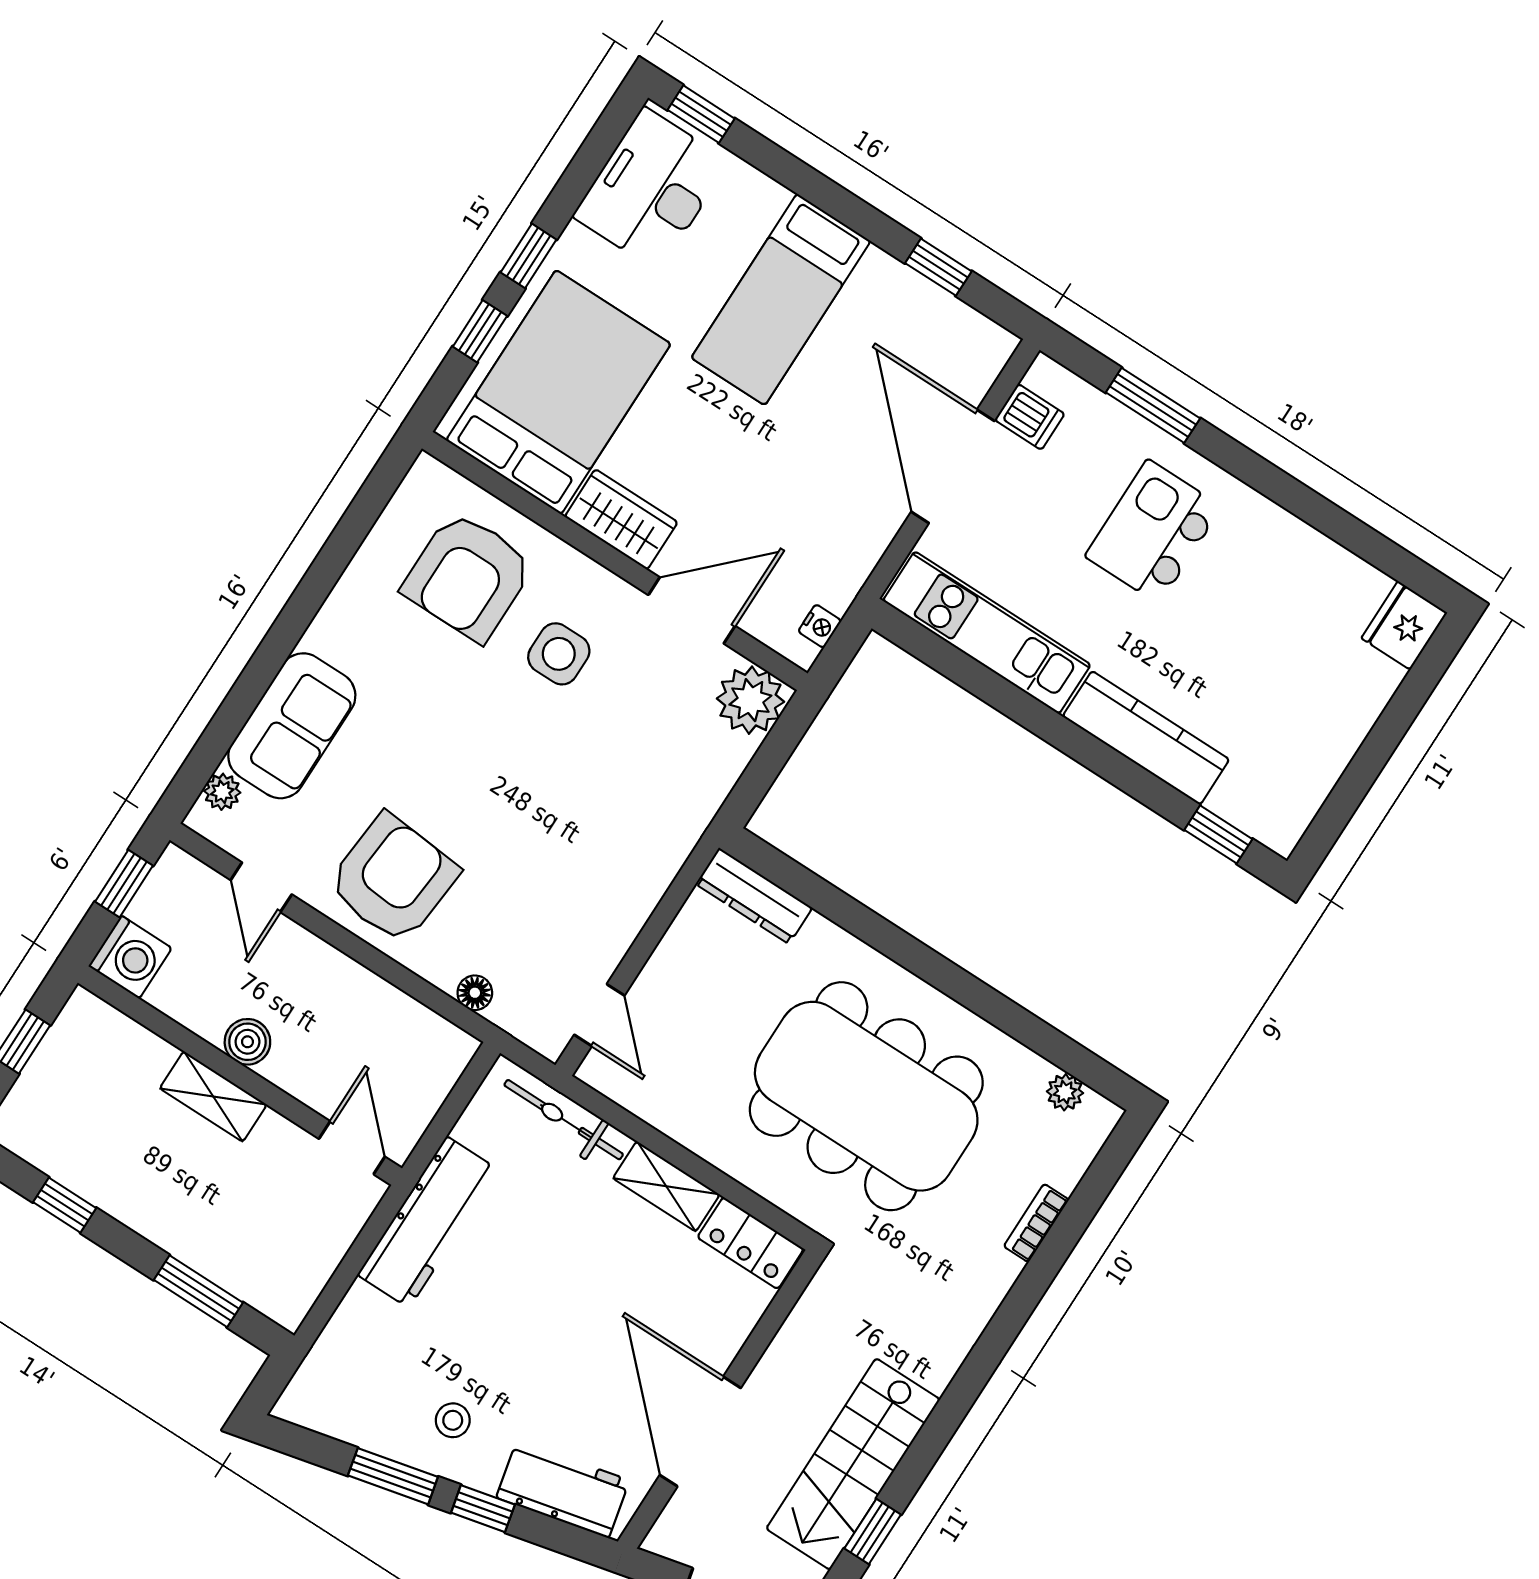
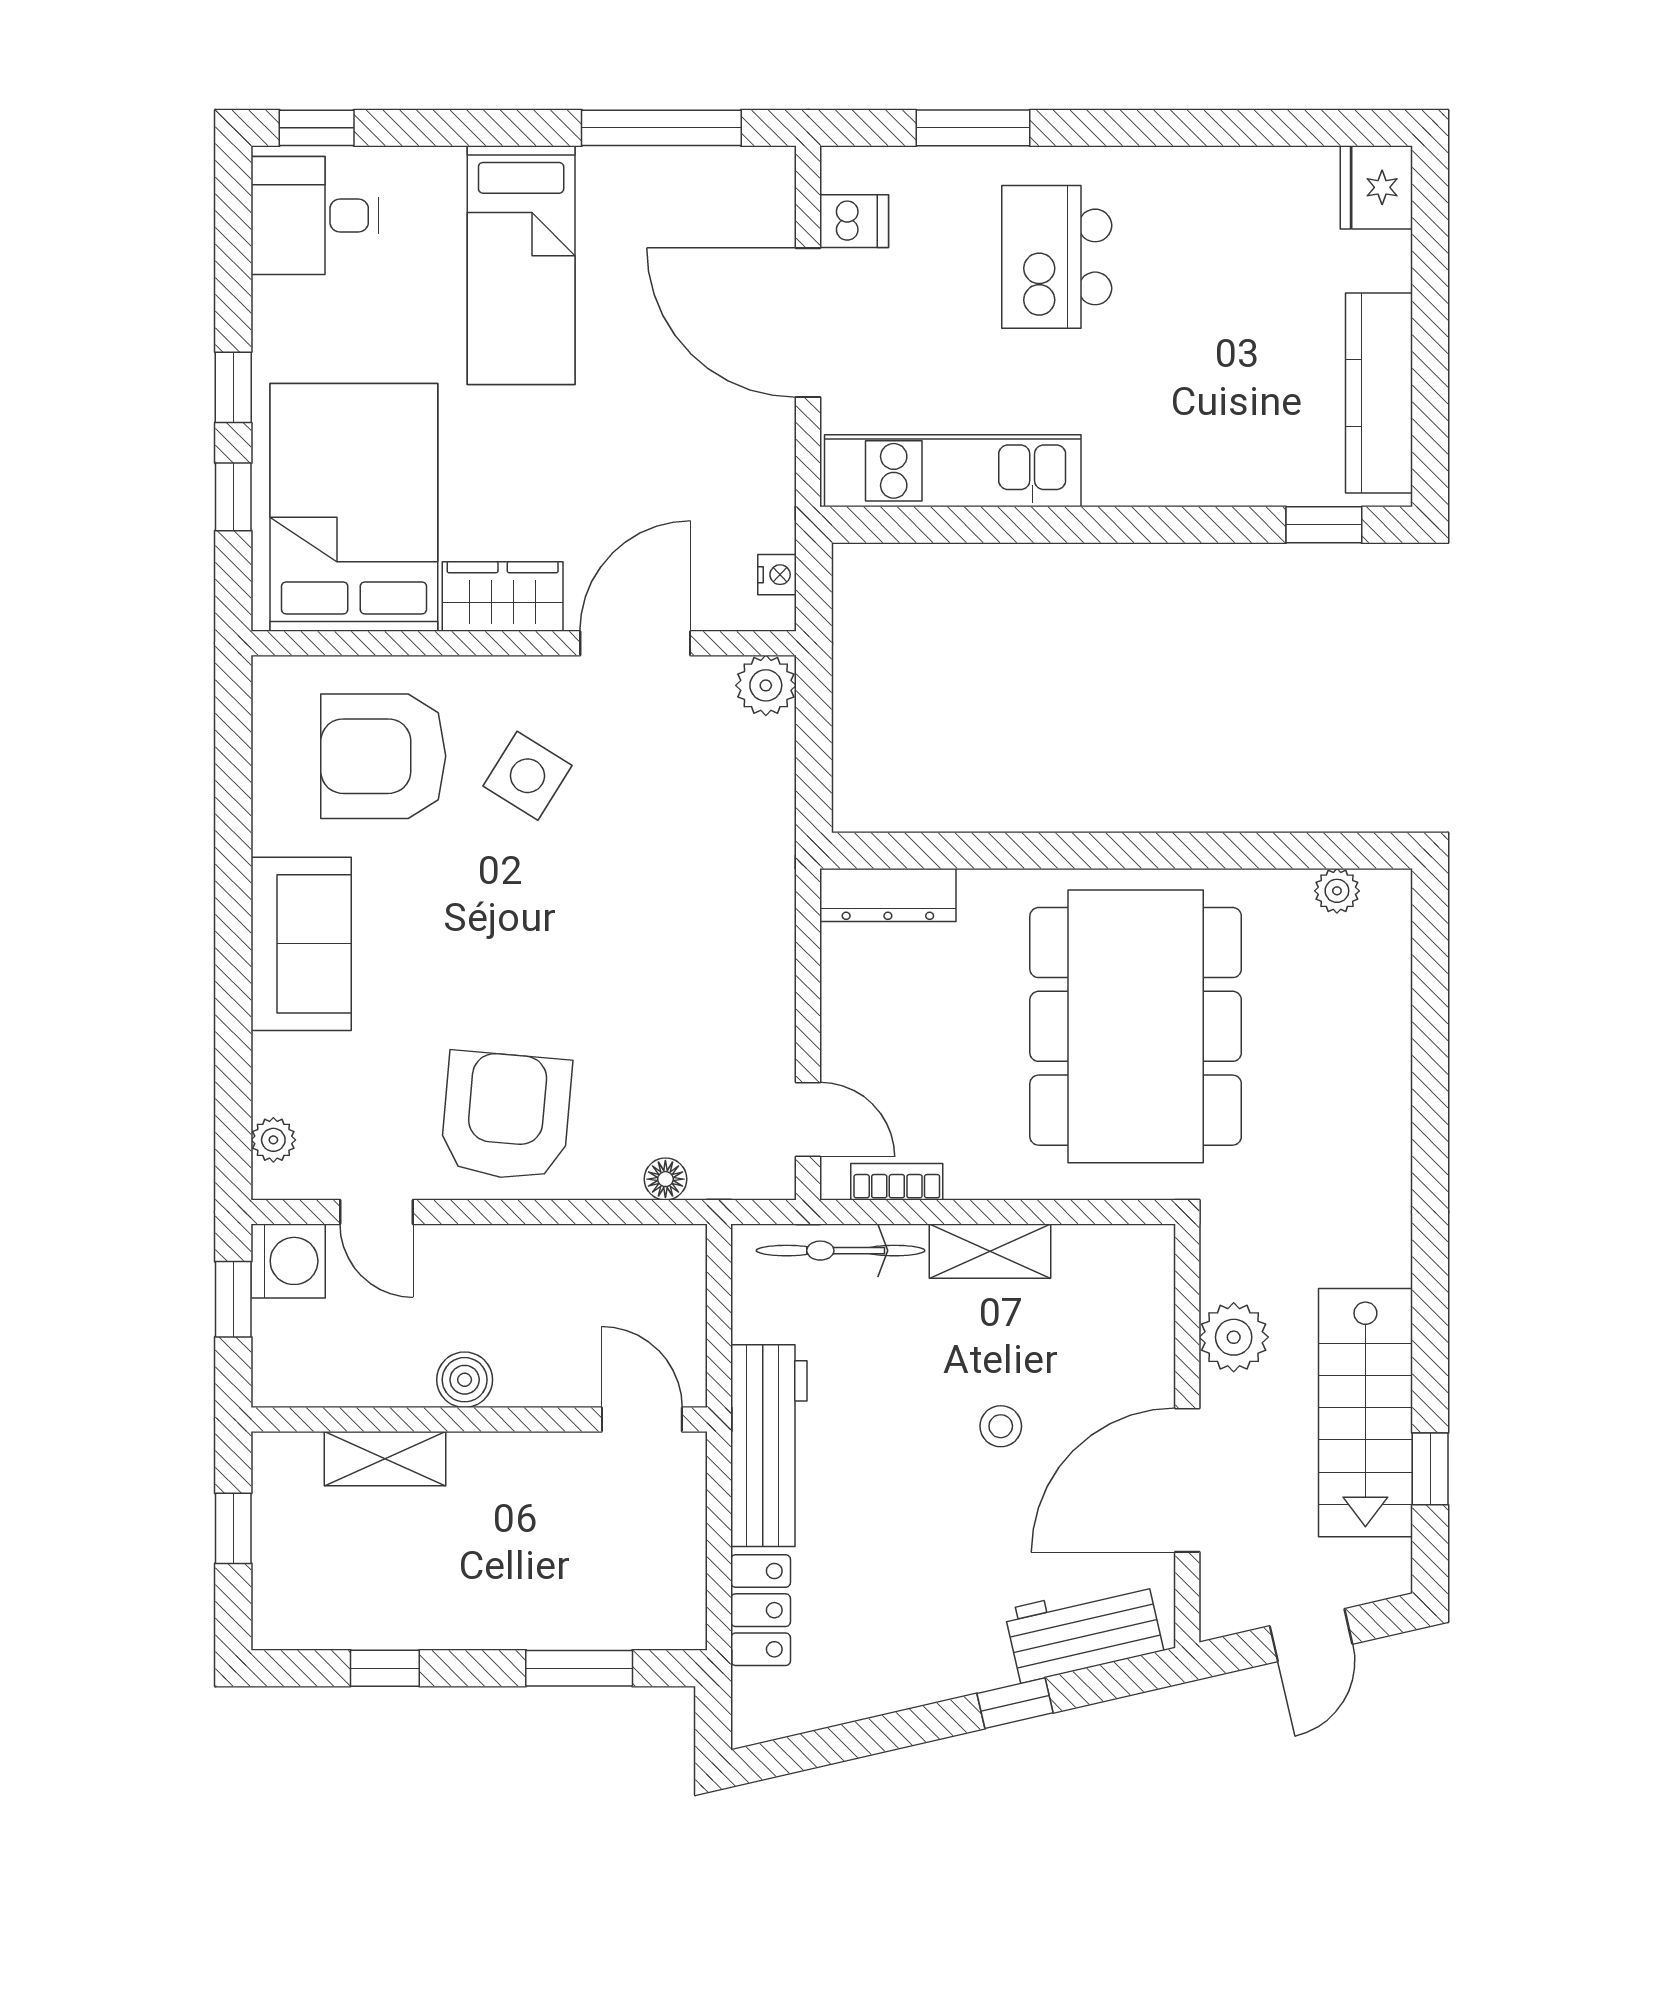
desk: (651, 189) -> (315, 216), width x0.73
window: (938, 267) -> (661, 128), width x2.17
armchair: (468, 576) -> (383, 756), turned 90
side table: (559, 654) -> (527, 776), turned 32
plant: (750, 700) -> (766, 685), width x0.73, depth x0.73
sofa: (292, 726) -> (301, 944), moved
kitchen counter: (1146, 738) -> (1379, 393), moved, turned -90
washing machine: (130, 957) -> (288, 1261), moved
shelving: (213, 1096) -> (385, 1459), moved
dining table: (866, 1096) -> (1136, 1026), turned 90
bookcase: (1036, 1223) -> (897, 1182), moved, turned 90
locker: (751, 1243) -> (761, 1610), moved, turned -90
plant: (796, 1354) -> (1234, 1337), added
stool: (453, 1420) -> (1001, 1426), moved
door: (700, 1432) -> (1187, 1480), hinge flipped
window: (393, 1476) -> (901, 1729), removed

